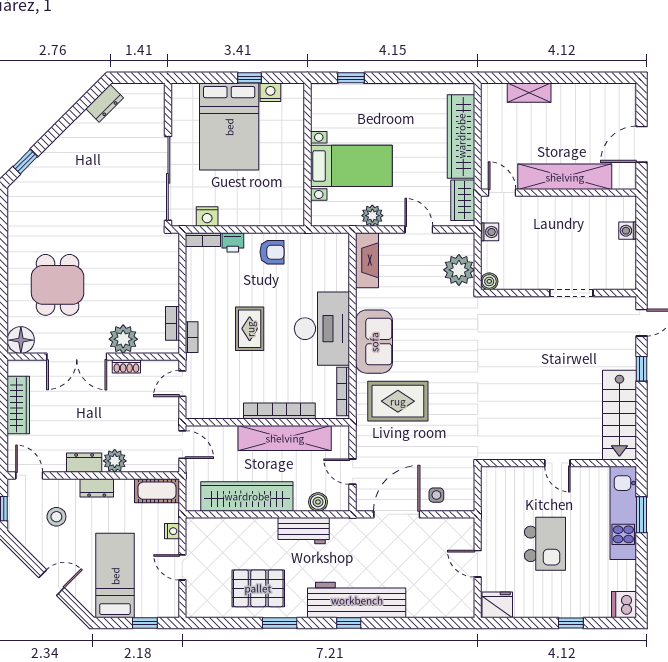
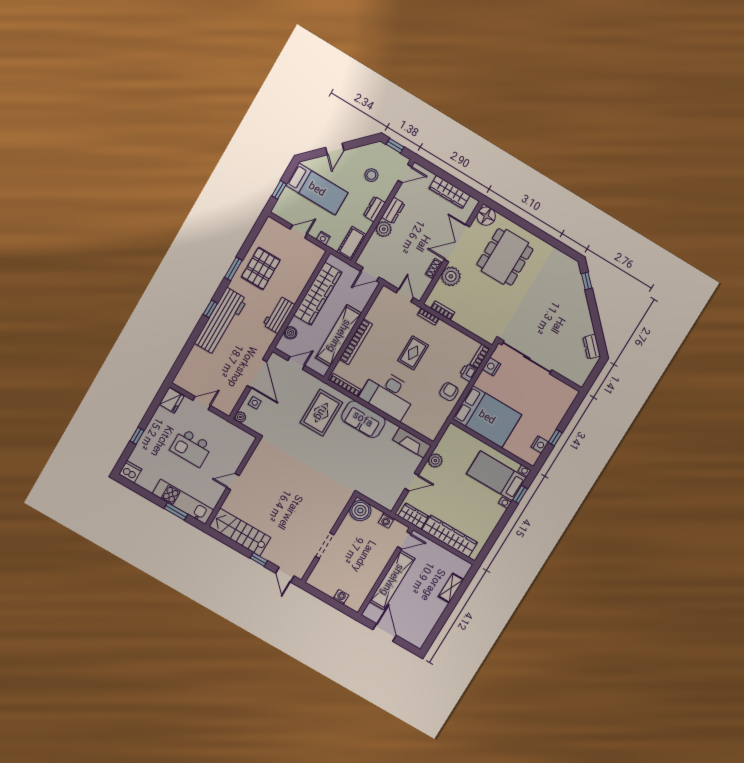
bed: (229, 127) -> (487, 417), moved, turned 180
bed with nightstands: (351, 166) -> (496, 476), moved, turned 90
armchair: (272, 252) -> (449, 392), turned 180
plant: (459, 270) -> (240, 417), moved, width x0.53, depth x0.53
boiler: (489, 281) -> (360, 511), width x1.86, depth x1.86
dining table: (58, 285) -> (505, 257), width x1.37
rug: (250, 329) -> (413, 353), turned 90

